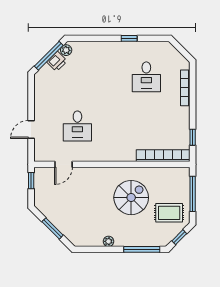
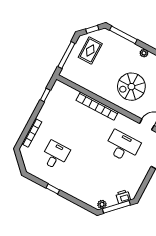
printer: (57, 61) -> (123, 197), moved
desk: (77, 126) -> (122, 146), width x1.37
bookcase: (163, 156) -> (97, 106), moved
spiral stairs: (131, 198) -> (131, 87), moved
rug: (169, 213) -> (90, 50), turned 90

